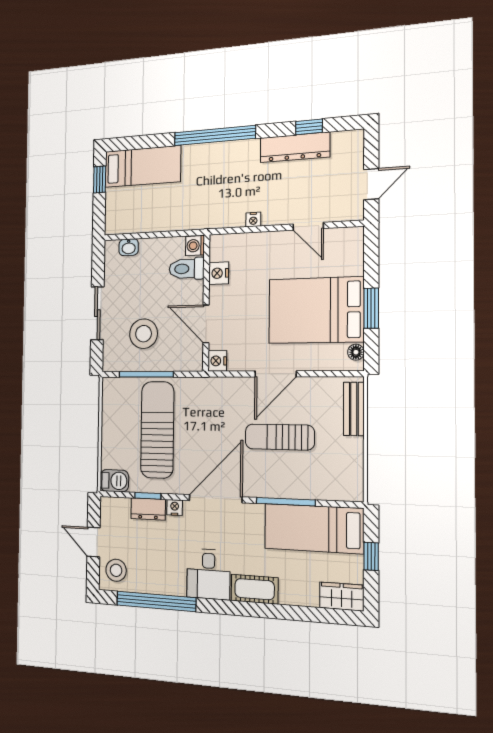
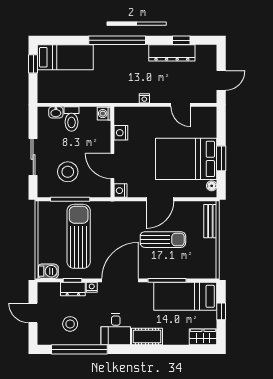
toilet: (187, 269) -> (72, 119), moved, turned -90
sun lounger: (280, 437) -> (163, 240), turned 180
stool: (116, 570) -> (70, 324), moved

